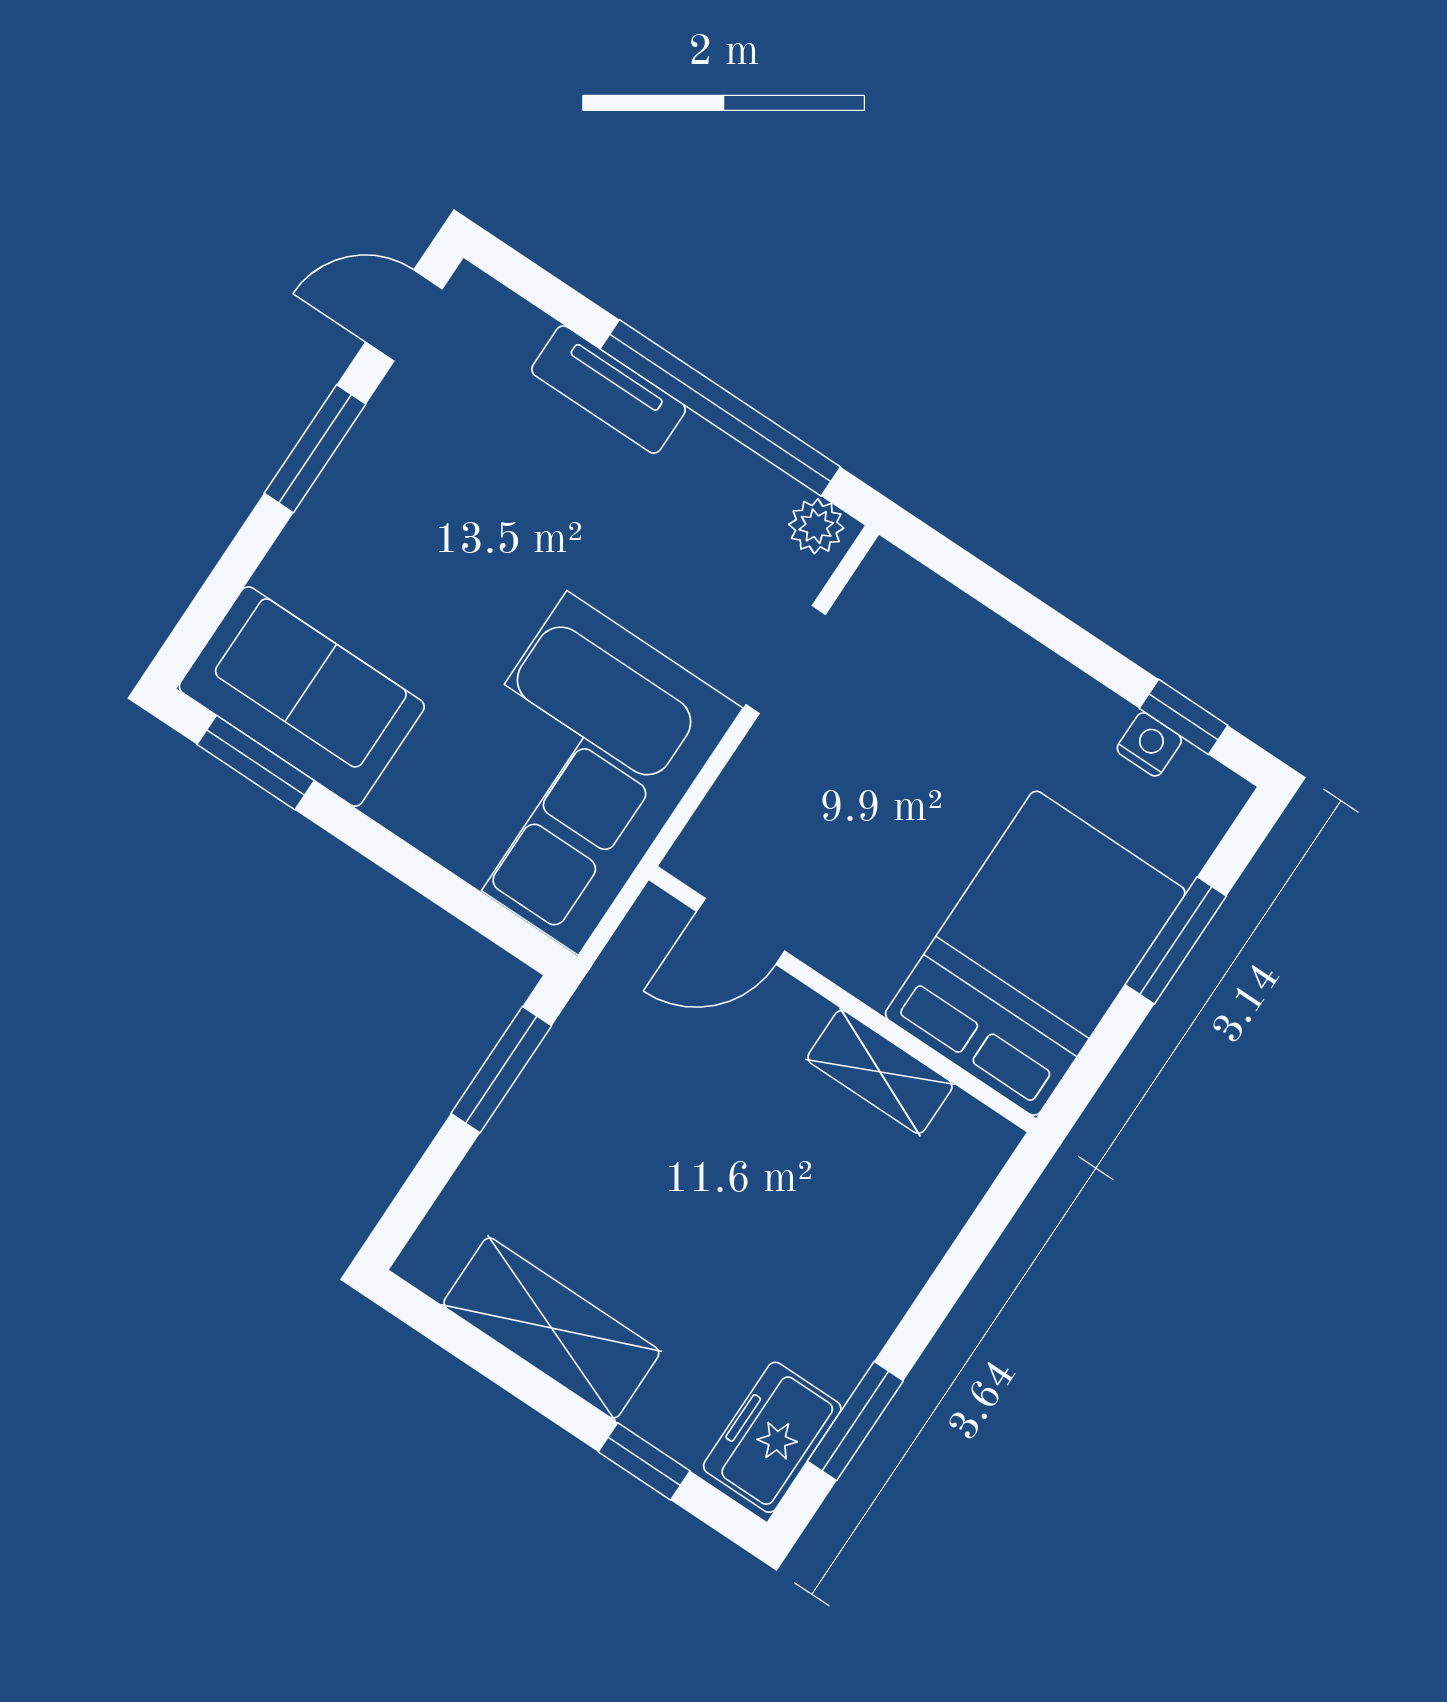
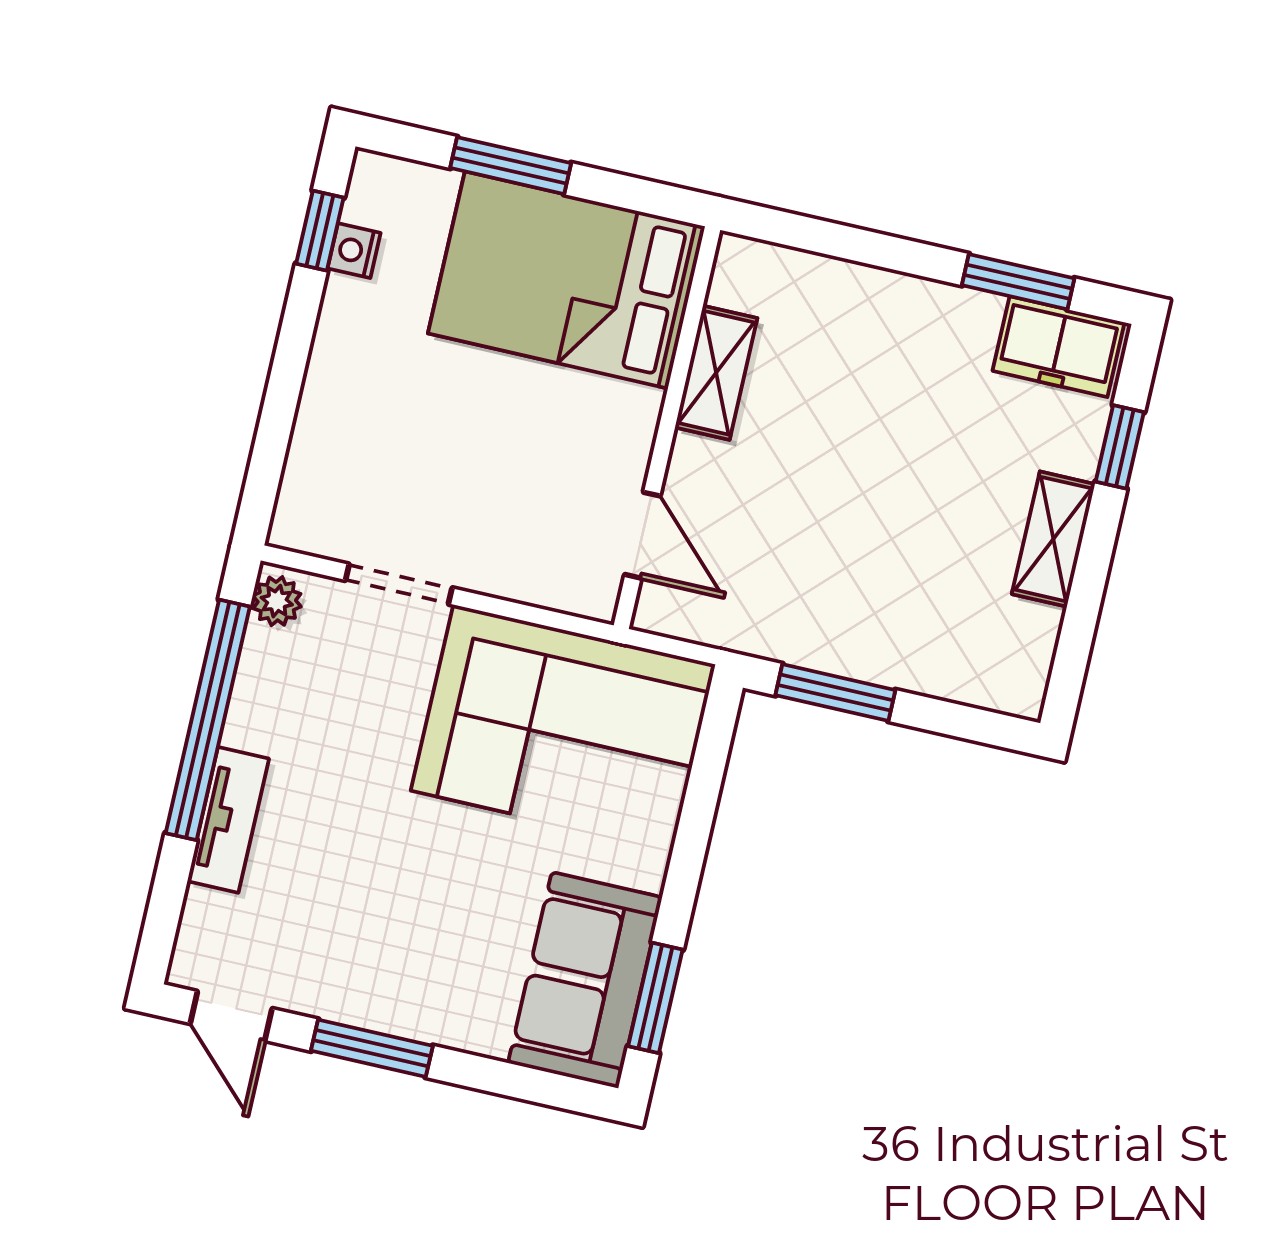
shelving: (551, 1328) -> (1053, 539), width x0.67, depth x0.75

